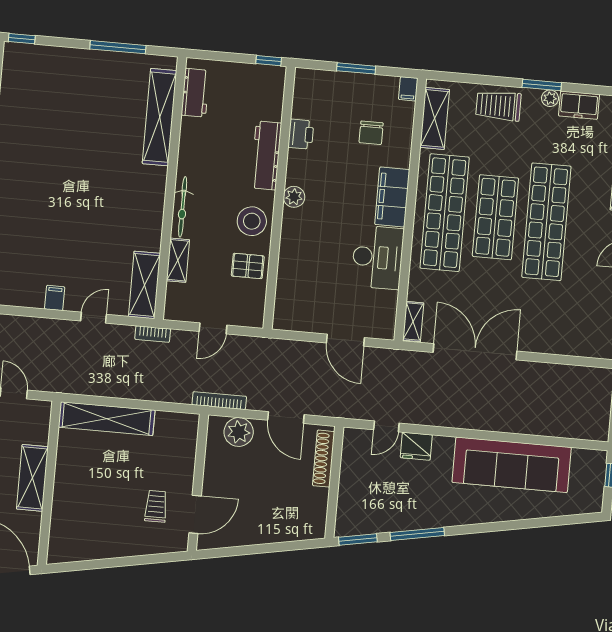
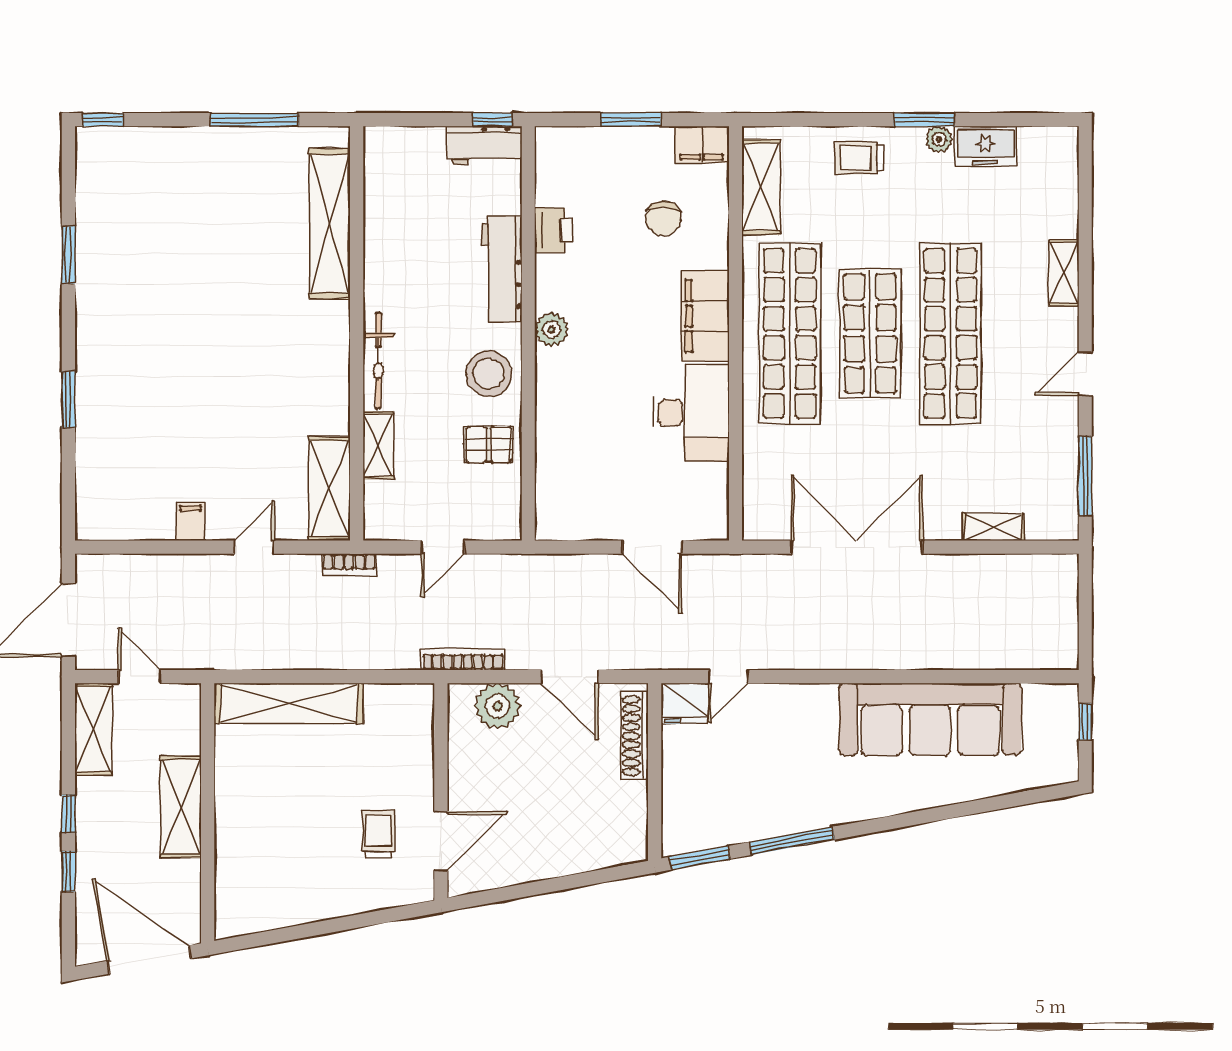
filing cabinet: (408, 89) -> (702, 144), width x2.00
workbench: (195, 93) -> (485, 145), moved, turned 90
trolley: (498, 106) -> (859, 158), width x0.73, depth x0.72
shelving: (413, 322) -> (993, 527), moved, turned 90
fridge: (416, 446) -> (685, 703), moved

